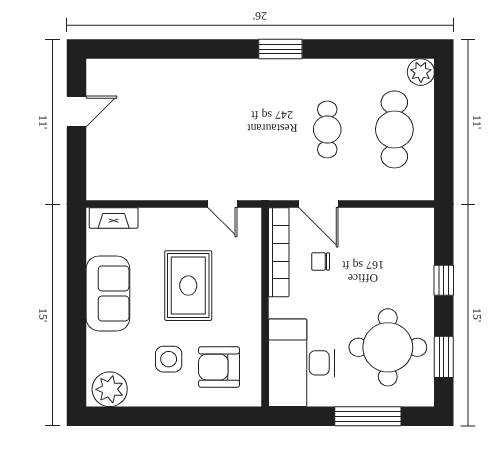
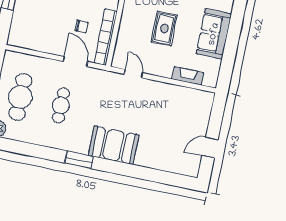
booth: (230, 84) -> (114, 145), added
fireplace: (114, 218) -> (188, 76), moved
rug: (188, 286) -> (164, 29), width x0.73, depth x0.70

